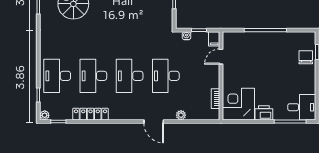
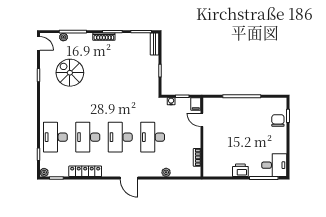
door: (221, 57) -> (202, 120), hinge flipped
corner desk: (238, 104) -> (217, 162), removed
door: (154, 122) -> (129, 178), moved

